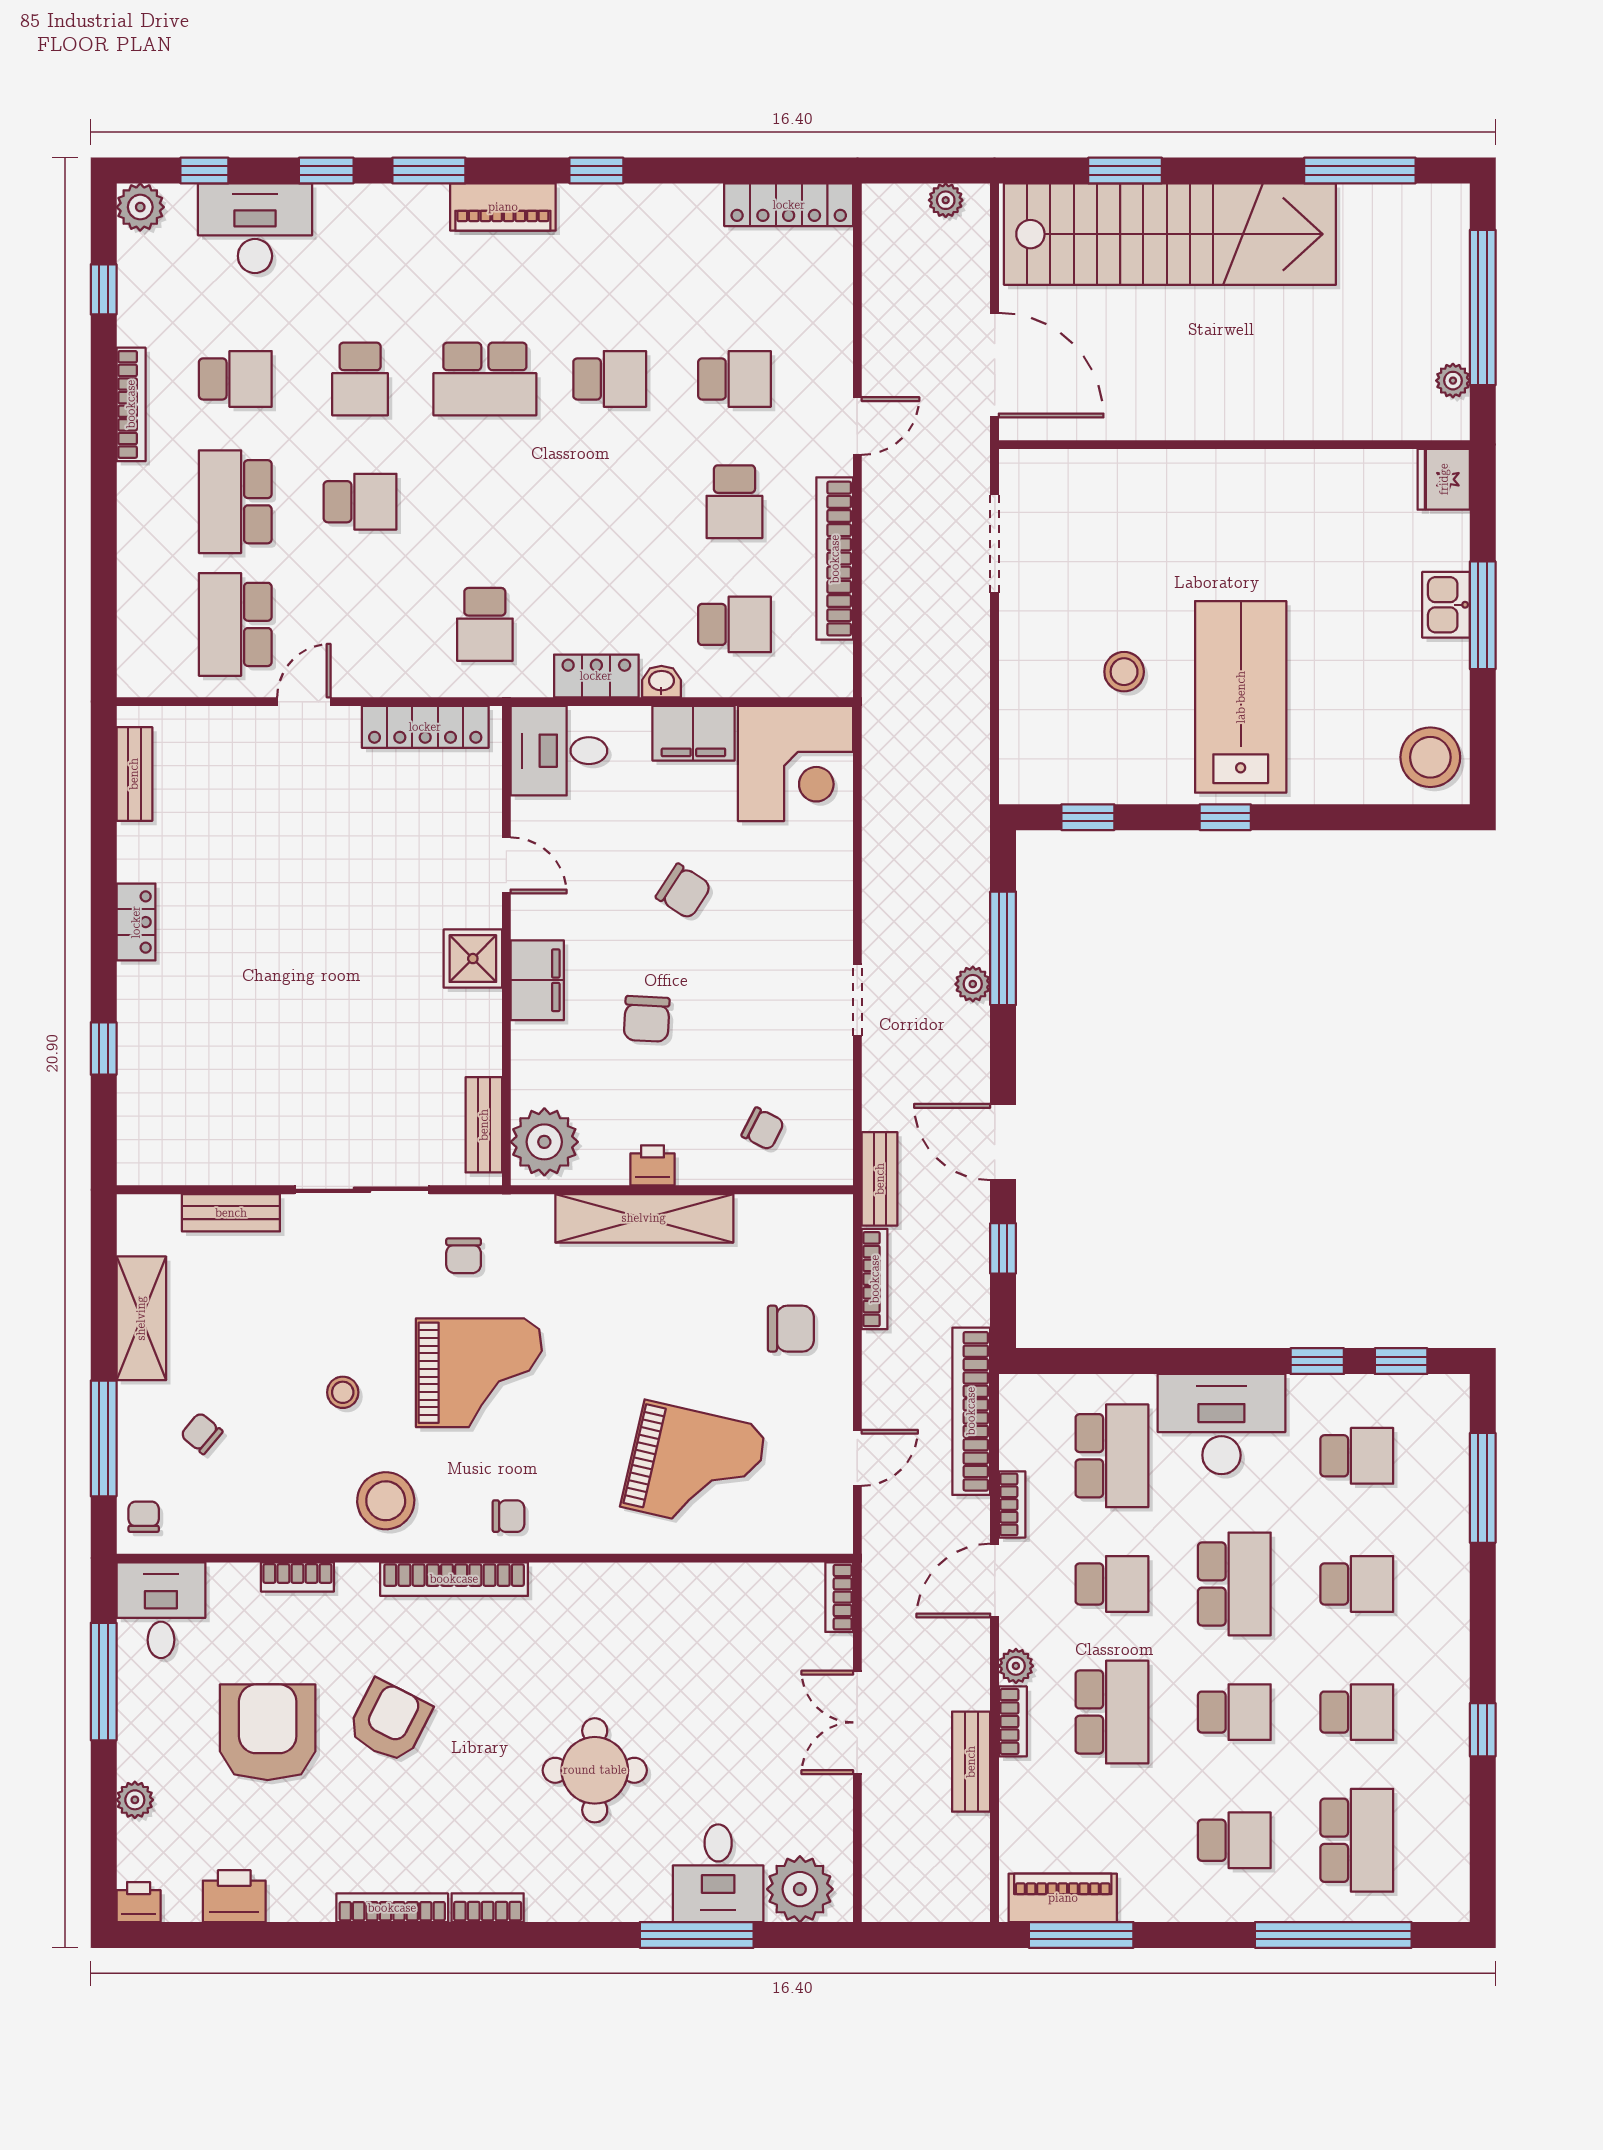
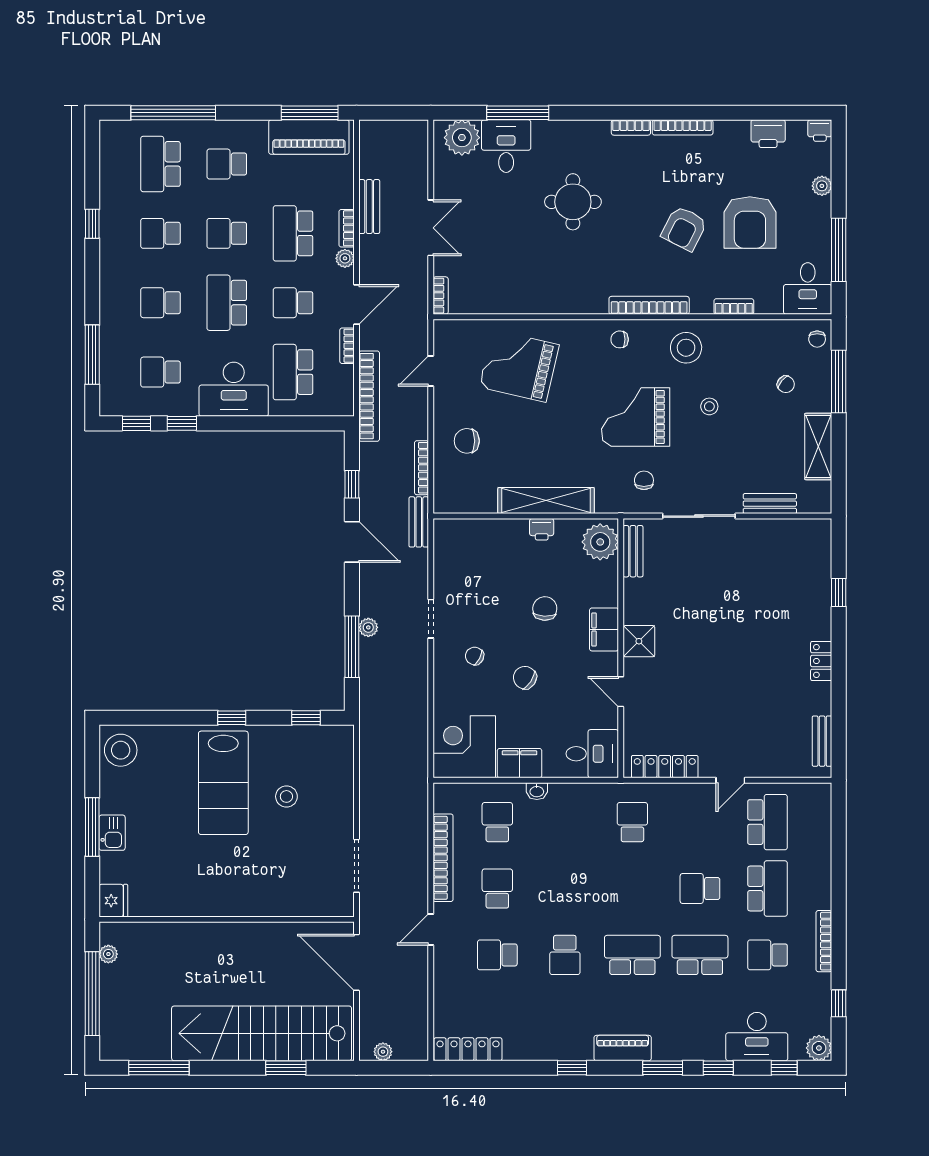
school desk: (360, 379) -> (700, 955), width x1.85
school desk: (610, 379) -> (565, 955), turned -90
school desk: (734, 624) -> (497, 822), turned 90
locker: (596, 676) -> (572, 794), removed
chair: (763, 1129) -> (475, 656), moved
piano: (1063, 1898) -> (309, 137), width x1.37, depth x1.33

